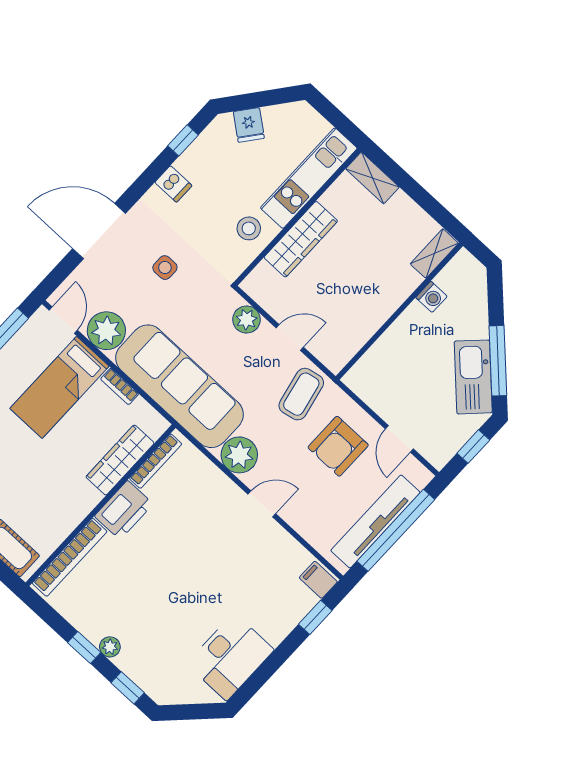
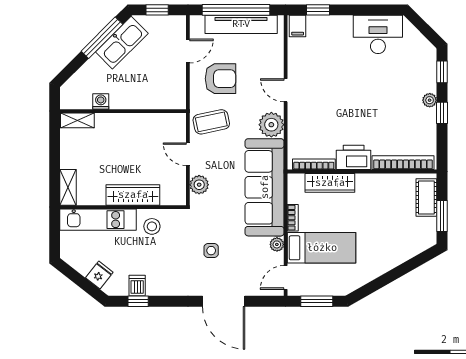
dishwasher: (173, 184) -> (137, 286), moved
plant: (106, 331) -> (277, 244), width x0.53, depth x0.53

